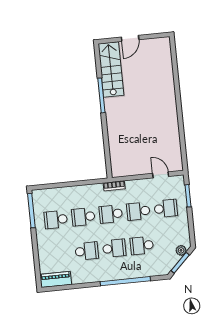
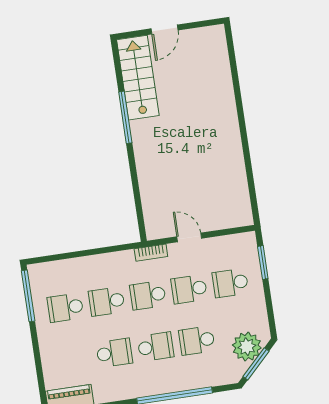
door: (161, 175) -> (189, 237), moved
school desk: (166, 208) -> (230, 283), turned 180
plant: (181, 250) -> (247, 347), width x1.87, depth x1.87

